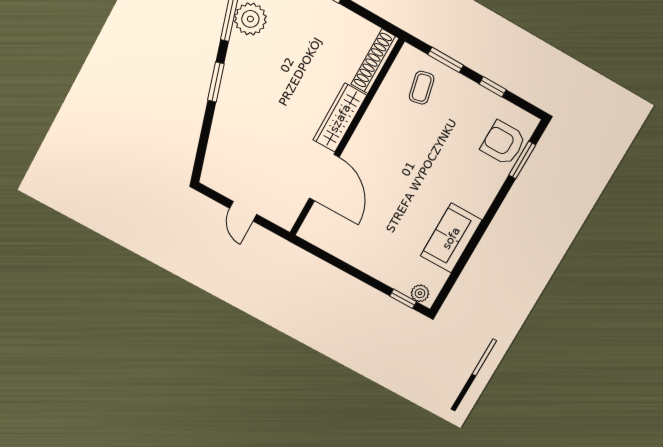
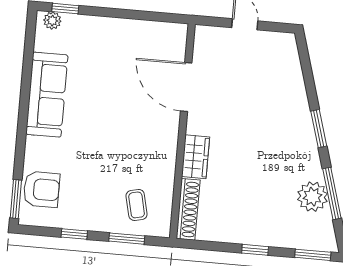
wardrobe: (340, 118) -> (196, 157), width x0.67
window: (522, 160) -> (16, 199), moved
sofa: (451, 238) -> (47, 95), width x1.36

